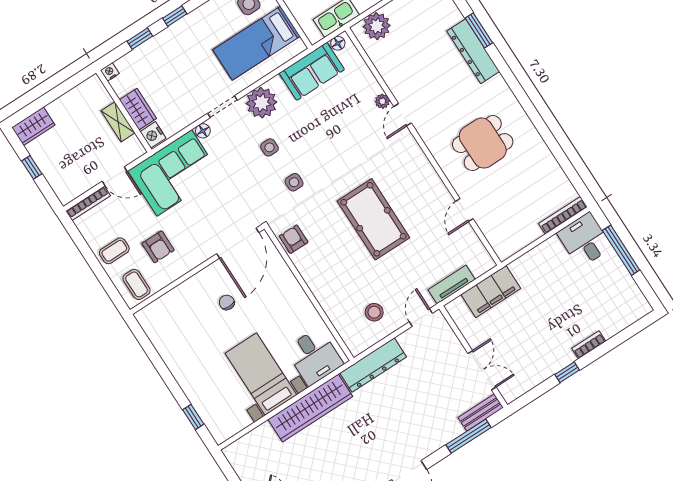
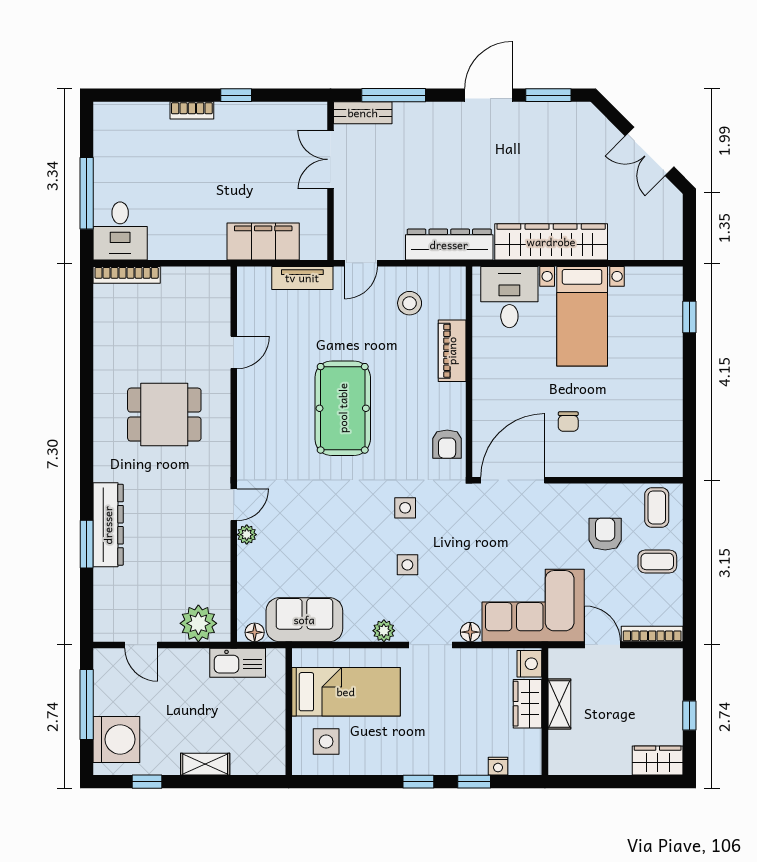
nightstand: (110, 72) -> (498, 766), moved
plant: (262, 103) -> (384, 631), width x0.53, depth x0.53
piano: (328, 300) -> (452, 351), added

